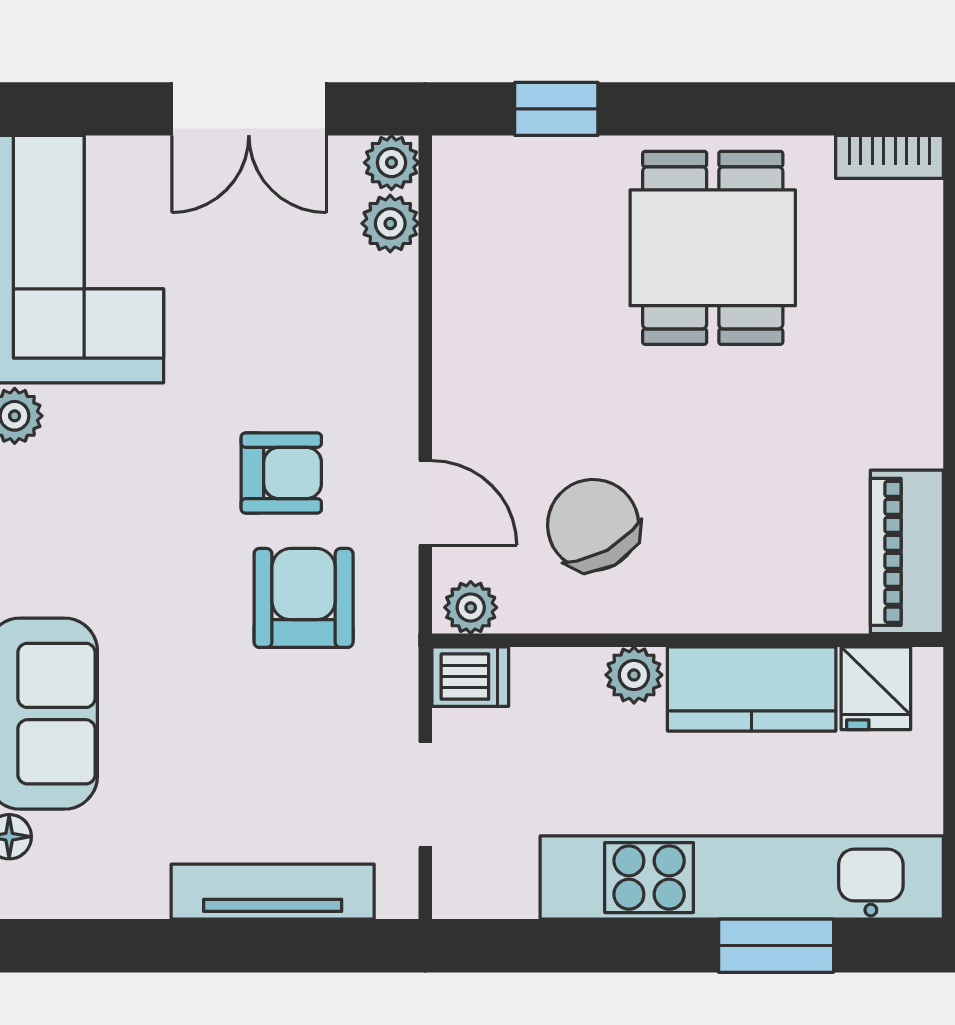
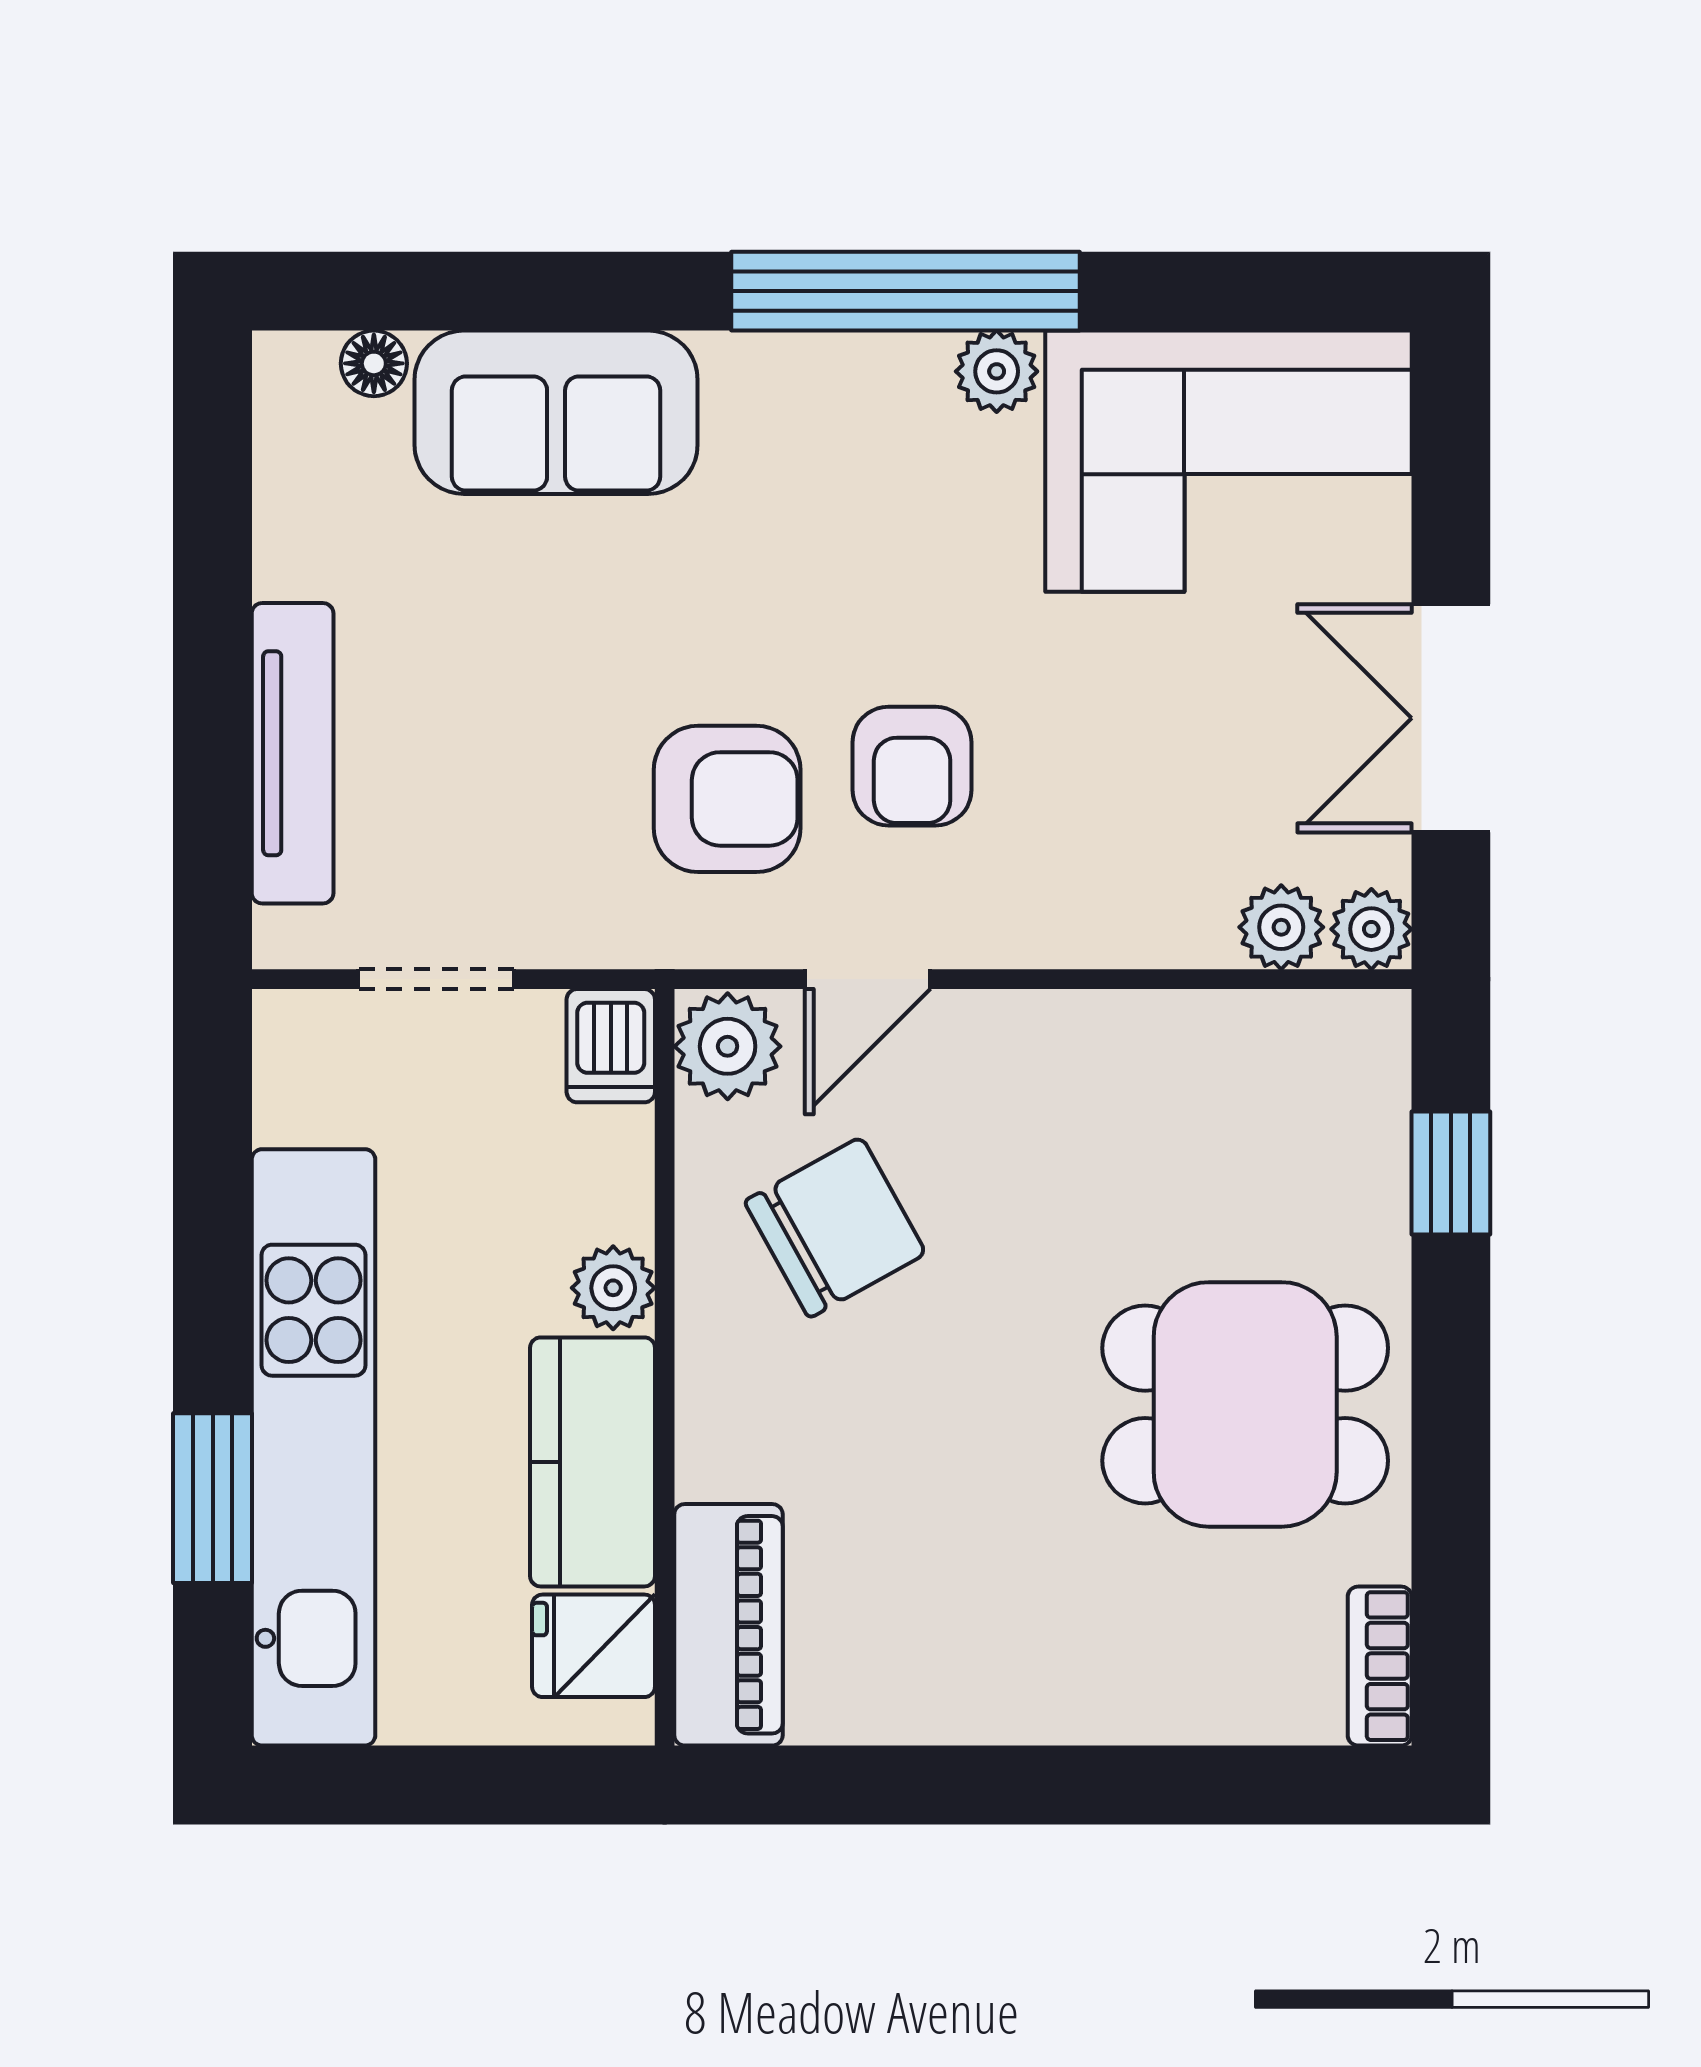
piano: (907, 552) -> (728, 1625), moved, turned 90
plant: (471, 607) -> (728, 1046), width x1.38, depth x1.38

